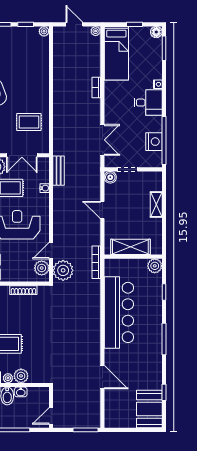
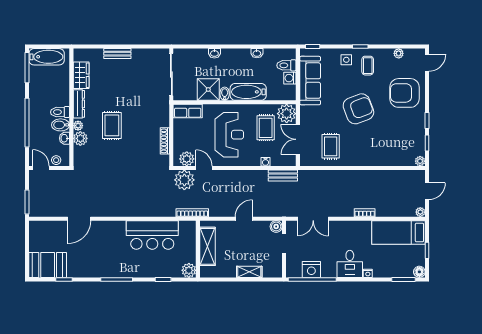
bar counter: (119, 312) -> (152, 235), width x0.73
stool: (43, 400) -> (56, 160), added

